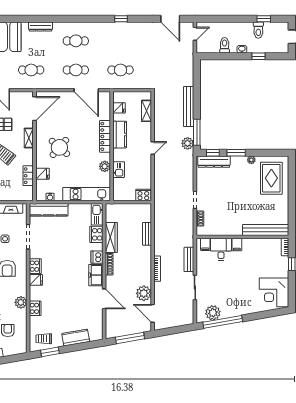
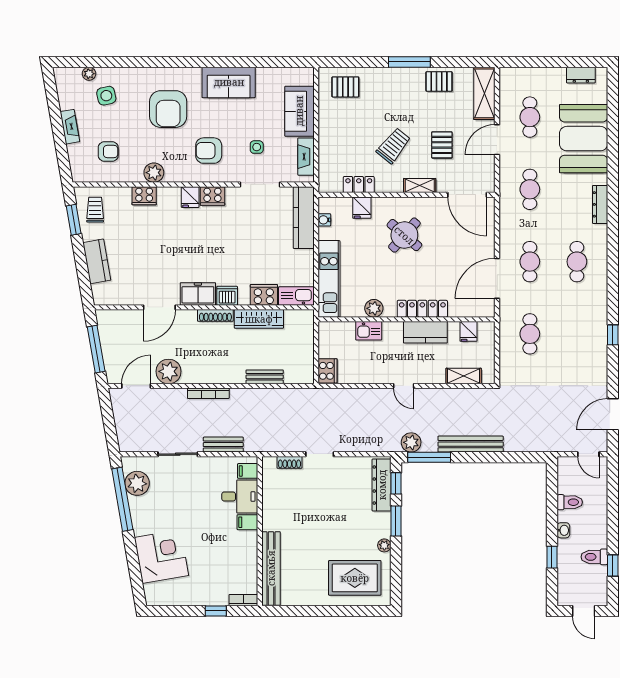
corner desk: (274, 292) -> (161, 556), moved, turned 80

